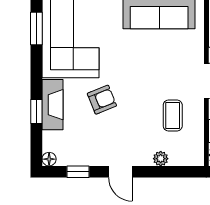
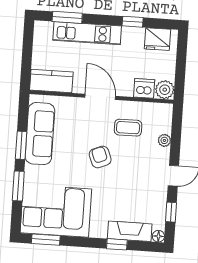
armchair: (102, 100) -> (100, 157), moved
fireplace: (53, 105) -> (130, 231), moved

